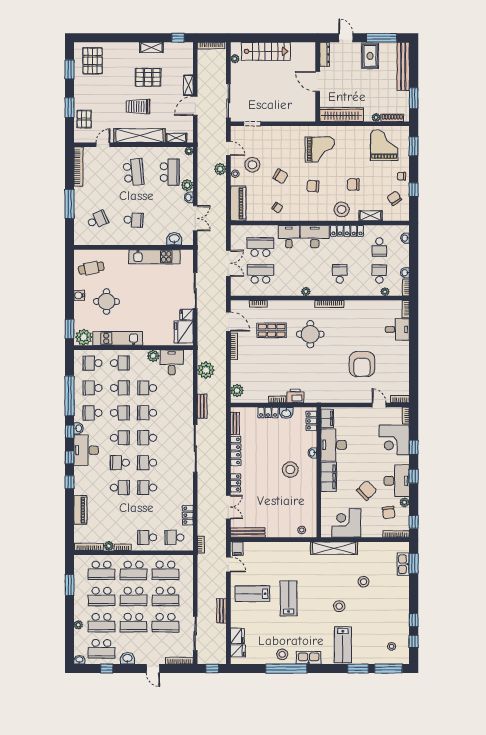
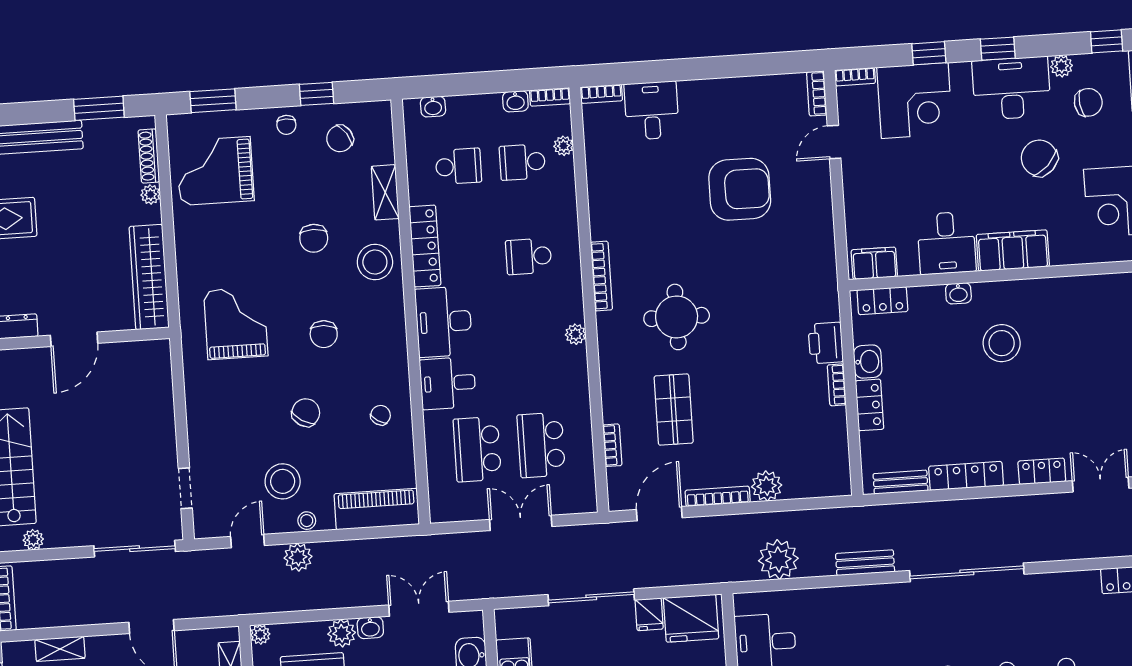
shelving: (188, 85) -> (60, 649), moved
plant: (237, 390) -> (767, 486), moved
desk: (334, 445) -> (946, 243), width x0.73

